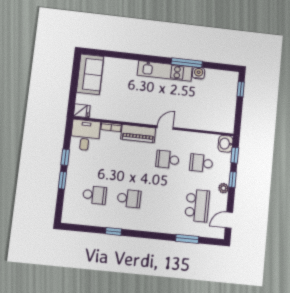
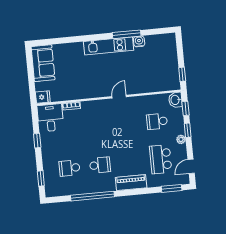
window: (241, 89) -> (182, 74), moved
piano: (138, 133) -> (131, 183), moved, turned 180
school desk: (167, 159) -> (127, 124), removed
window: (62, 180) -> (41, 178), moved
school desk: (95, 195) -> (70, 168), turned 180
school desk: (197, 205) -> (161, 159), turned 180
window: (113, 231) -> (92, 196), width x3.17
window: (187, 239) -> (172, 188), moved

